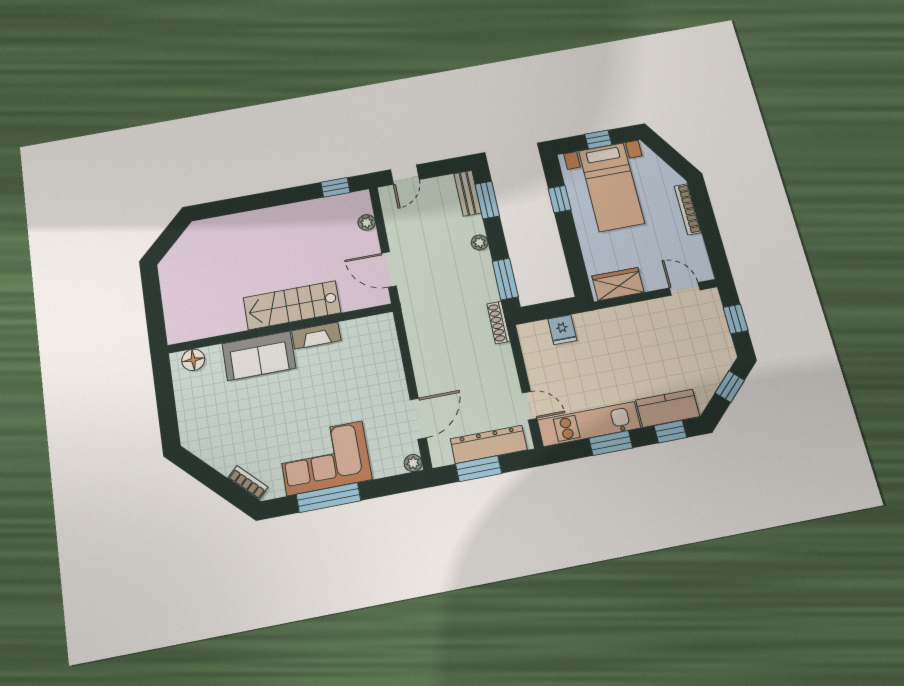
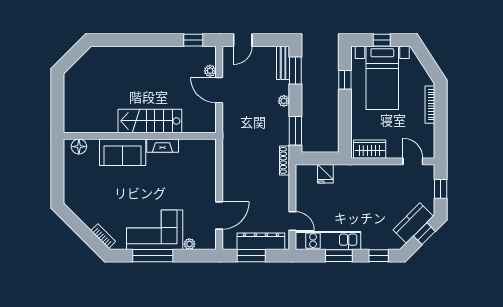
door: (389, 269) -> (219, 90), moved
kitchen counter: (668, 408) -> (413, 223), moved, turned -45
plant: (413, 463) -> (189, 244), moved

